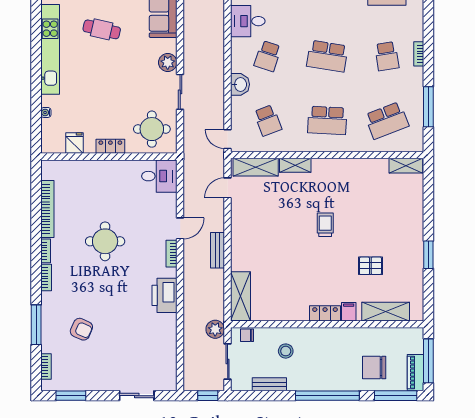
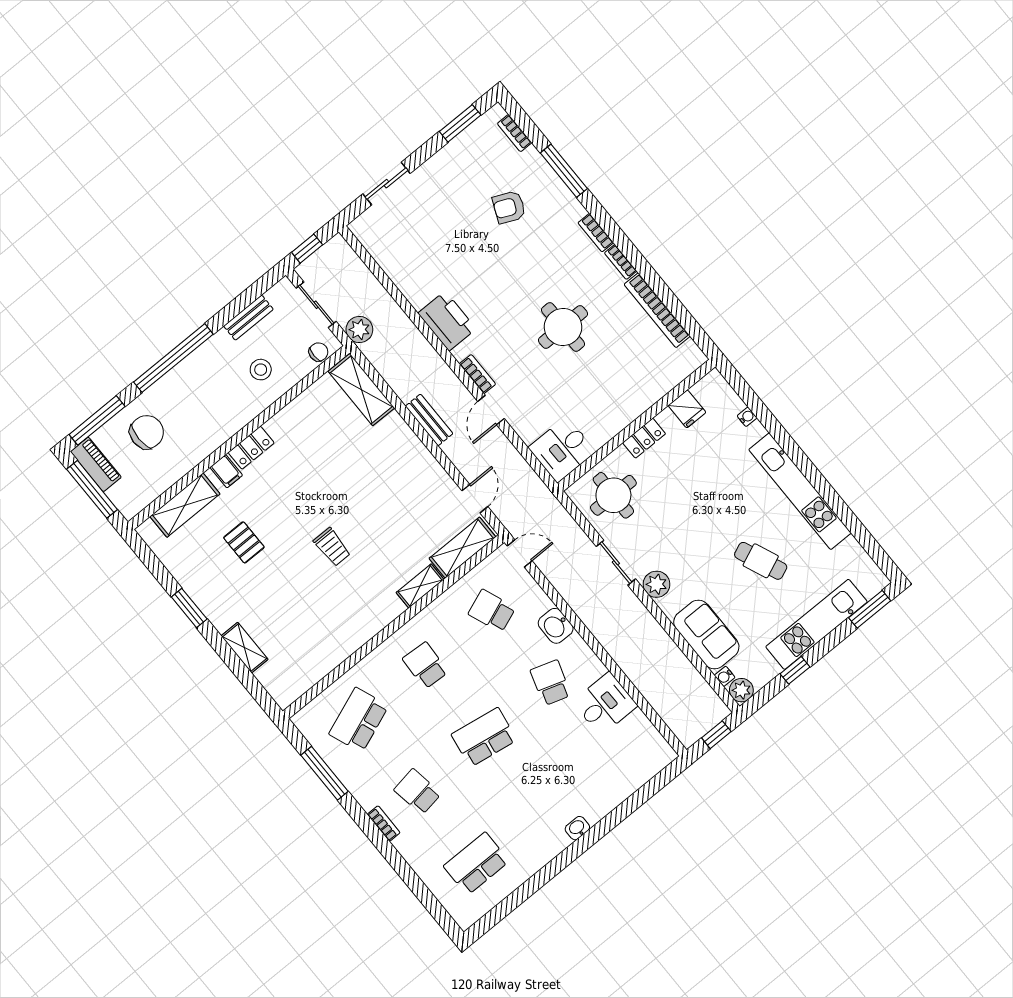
cafe table: (102, 29) -> (761, 561), turned 54
school desk: (327, 120) -> (425, 665), width x0.54
shelving: (406, 166) -> (245, 648), moved, turned 90
pallet: (370, 266) -> (244, 542), turned 90

